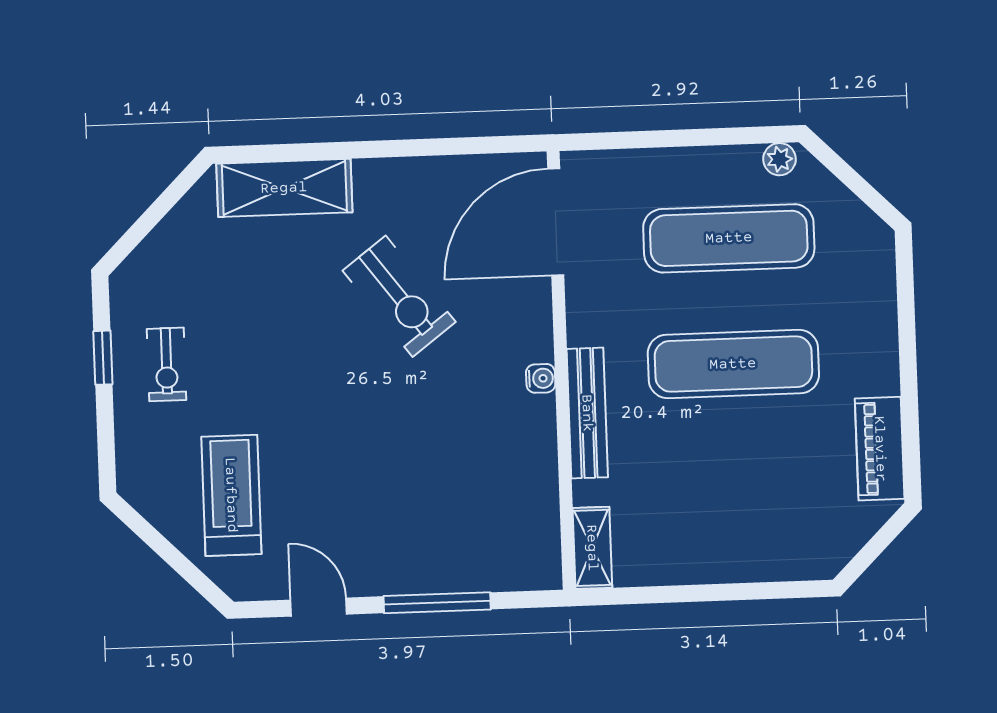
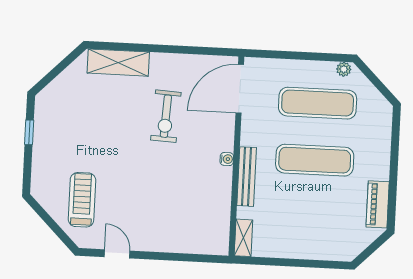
exercise bike: (399, 296) -> (166, 116), turned 40
exercise bike: (166, 364) -> (58, 138), removed
window: (437, 603) -> (171, 257), removed

